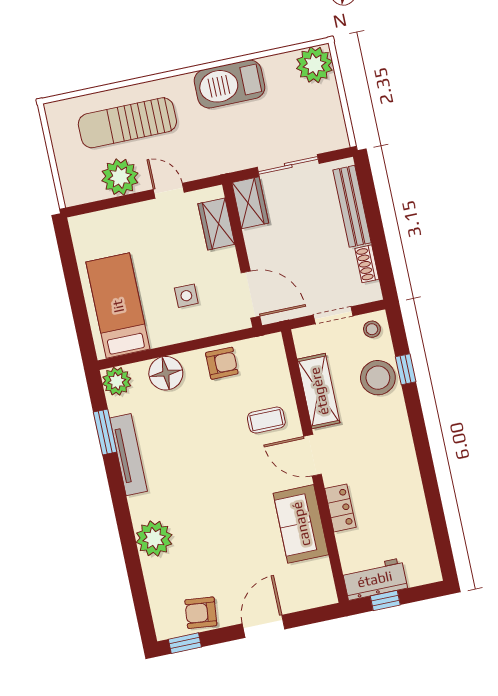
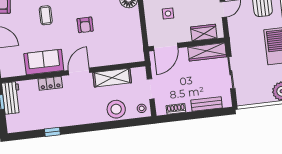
wardrobe: (250, 203) -> (207, 52), width x1.50
bench: (352, 206) -> (207, 104), width x0.73
armchair: (222, 363) -> (85, 25), moved
window: (406, 369) -> (52, 132), moved
coffee table: (266, 420) -> (46, 15), moved

